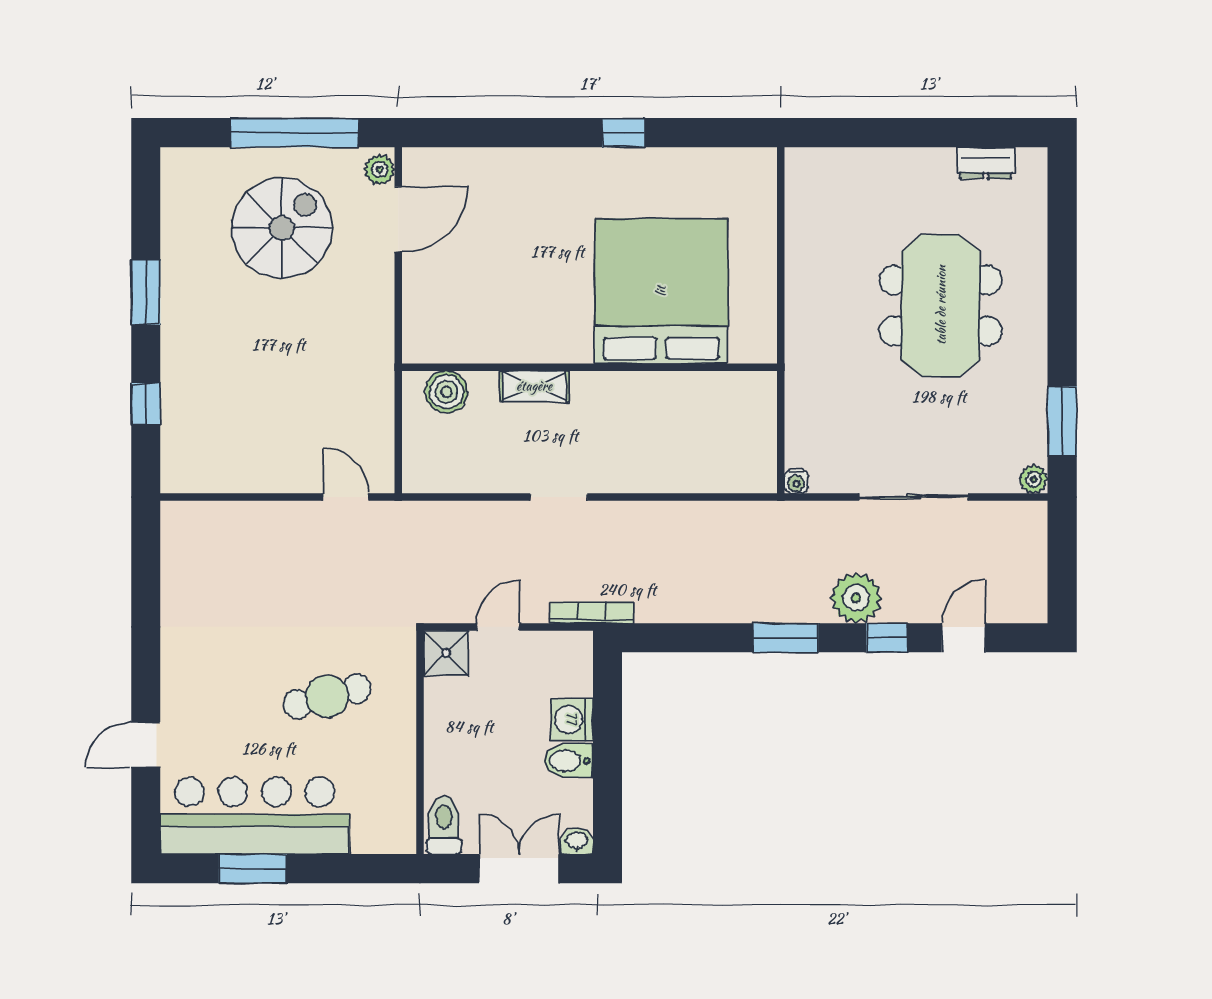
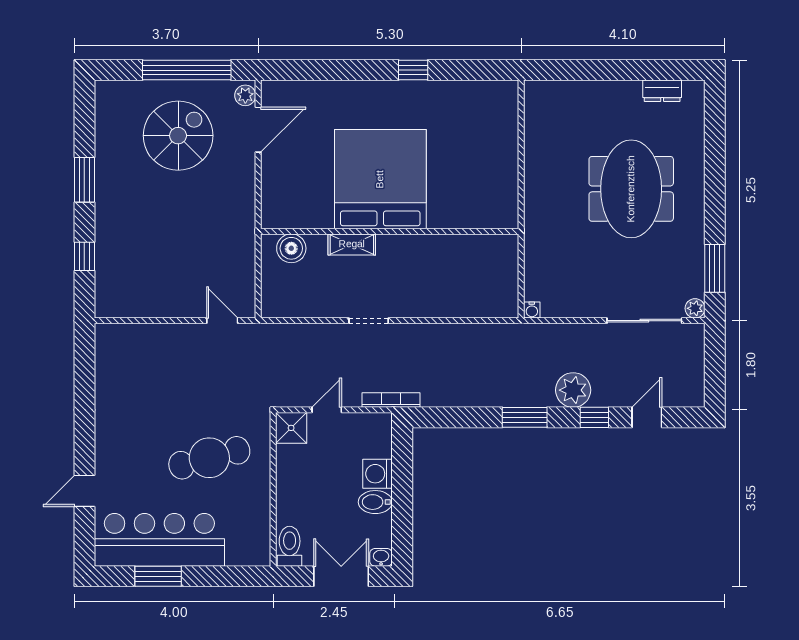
bed: (661, 291) -> (380, 179), moved
sliding door: (914, 497) -> (644, 321), moved
cafe table: (327, 696) -> (209, 458), width x1.37, depth x1.35

